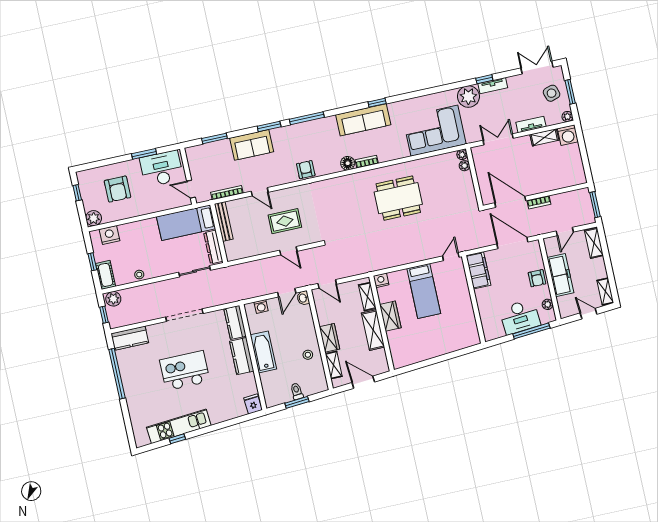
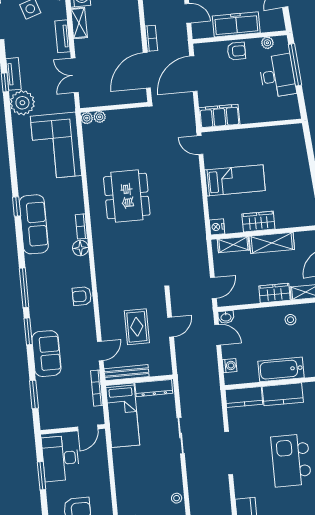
bench: (224, 221) -> (127, 373), moved
bed: (186, 223) -> (123, 415), moved
wall: (219, 233) -> (139, 380), moved
dresser: (213, 247) -> (154, 388), moved

